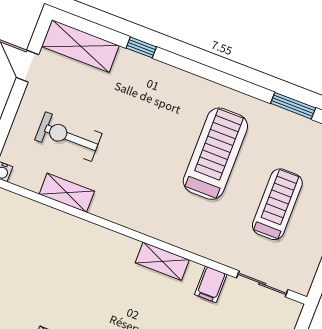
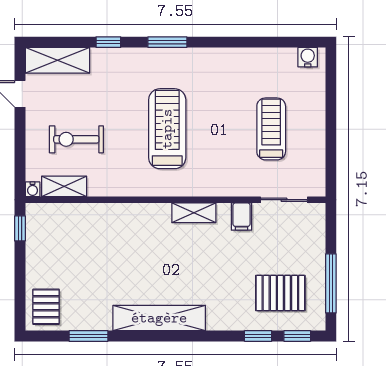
window: (293, 106) -> (167, 42), moved
treadmill: (215, 154) -> (167, 129), moved
shelving: (67, 193) -> (64, 186), moved

